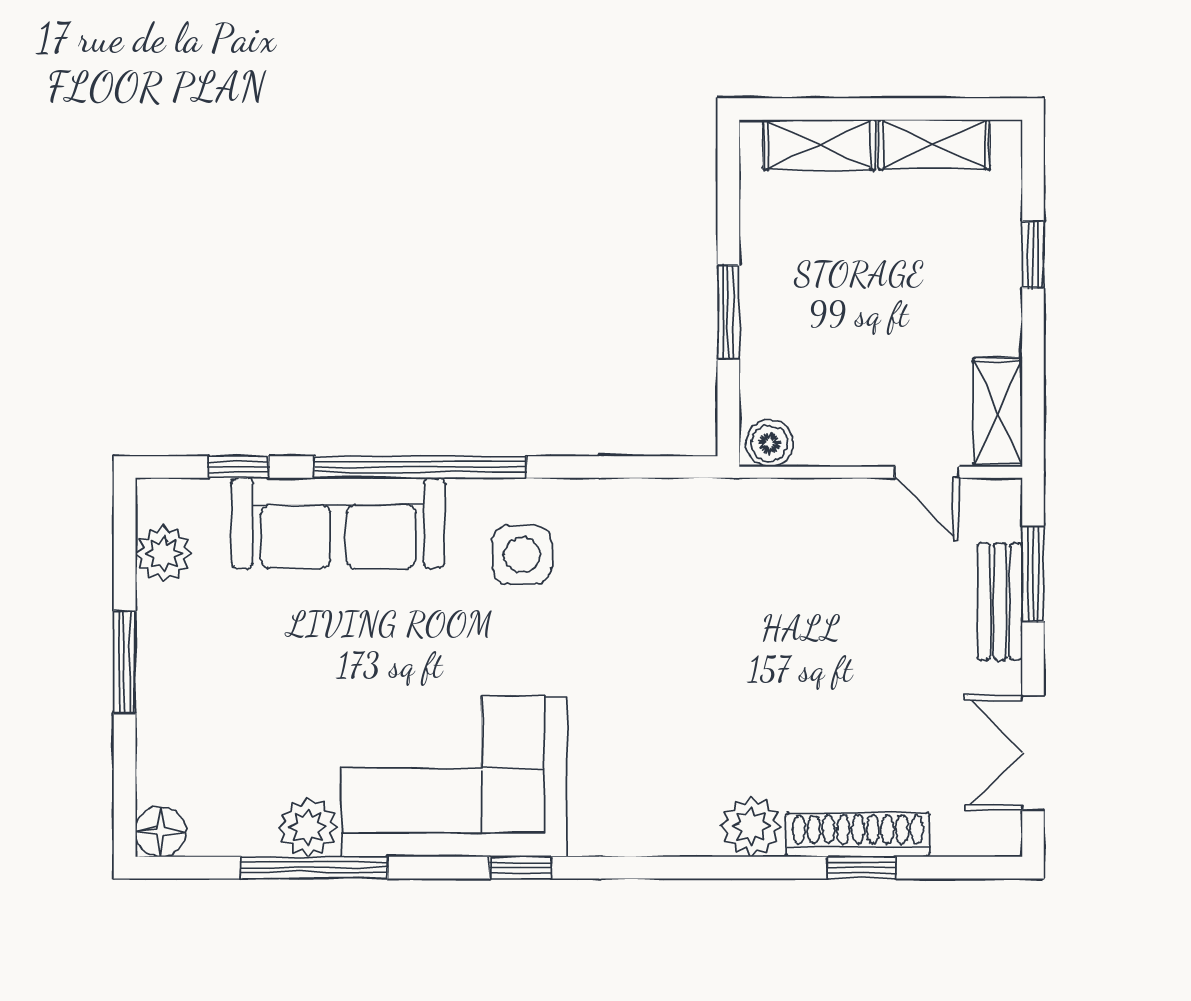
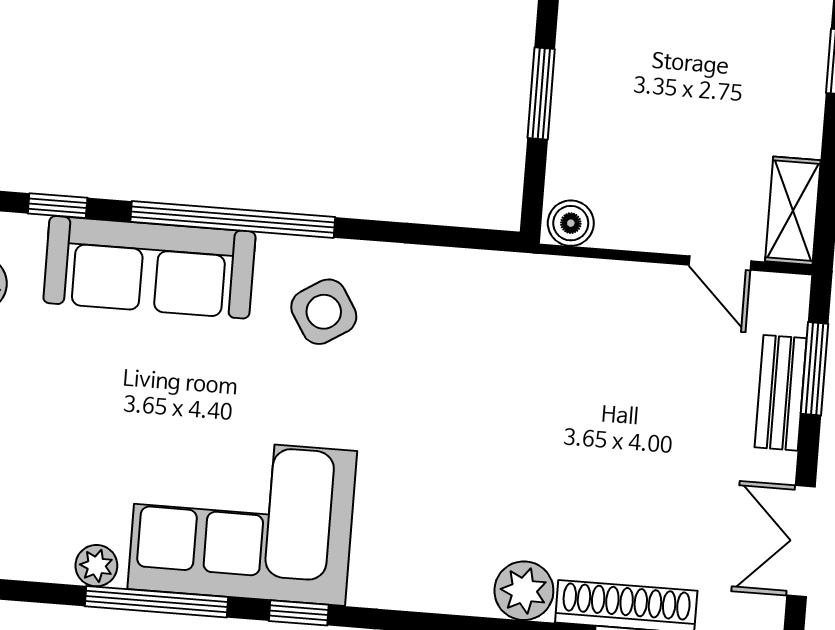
side table: (522, 555) -> (324, 312), turned -32
plant: (308, 827) -> (96, 566), width x0.73, depth x0.73
window: (314, 868) -> (156, 602), moved

